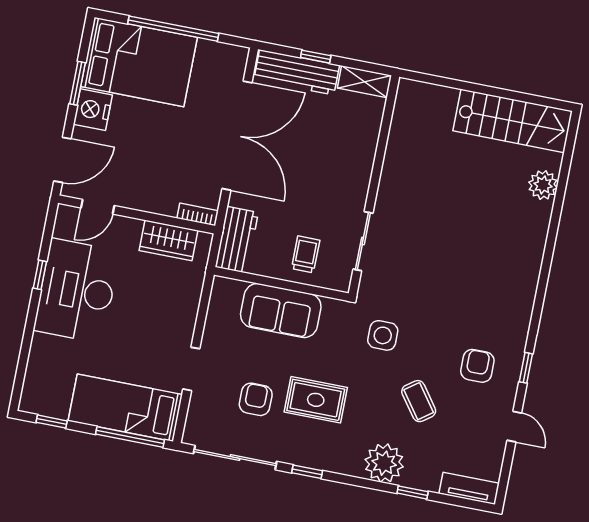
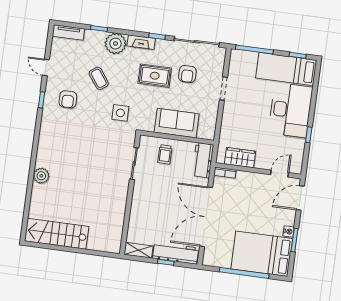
nightstand: (93, 110) -> (289, 231), width x0.53, depth x0.56
plant: (543, 185) -> (41, 176), moved
desk: (77, 291) -> (290, 110), moved
bed: (125, 408) -> (286, 69), moved, turned 180
fireplace: (337, 463) -> (141, 42), added

